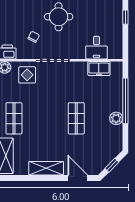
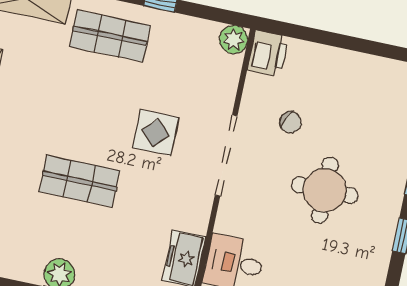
display table: (27, 75) -> (156, 133), moved

